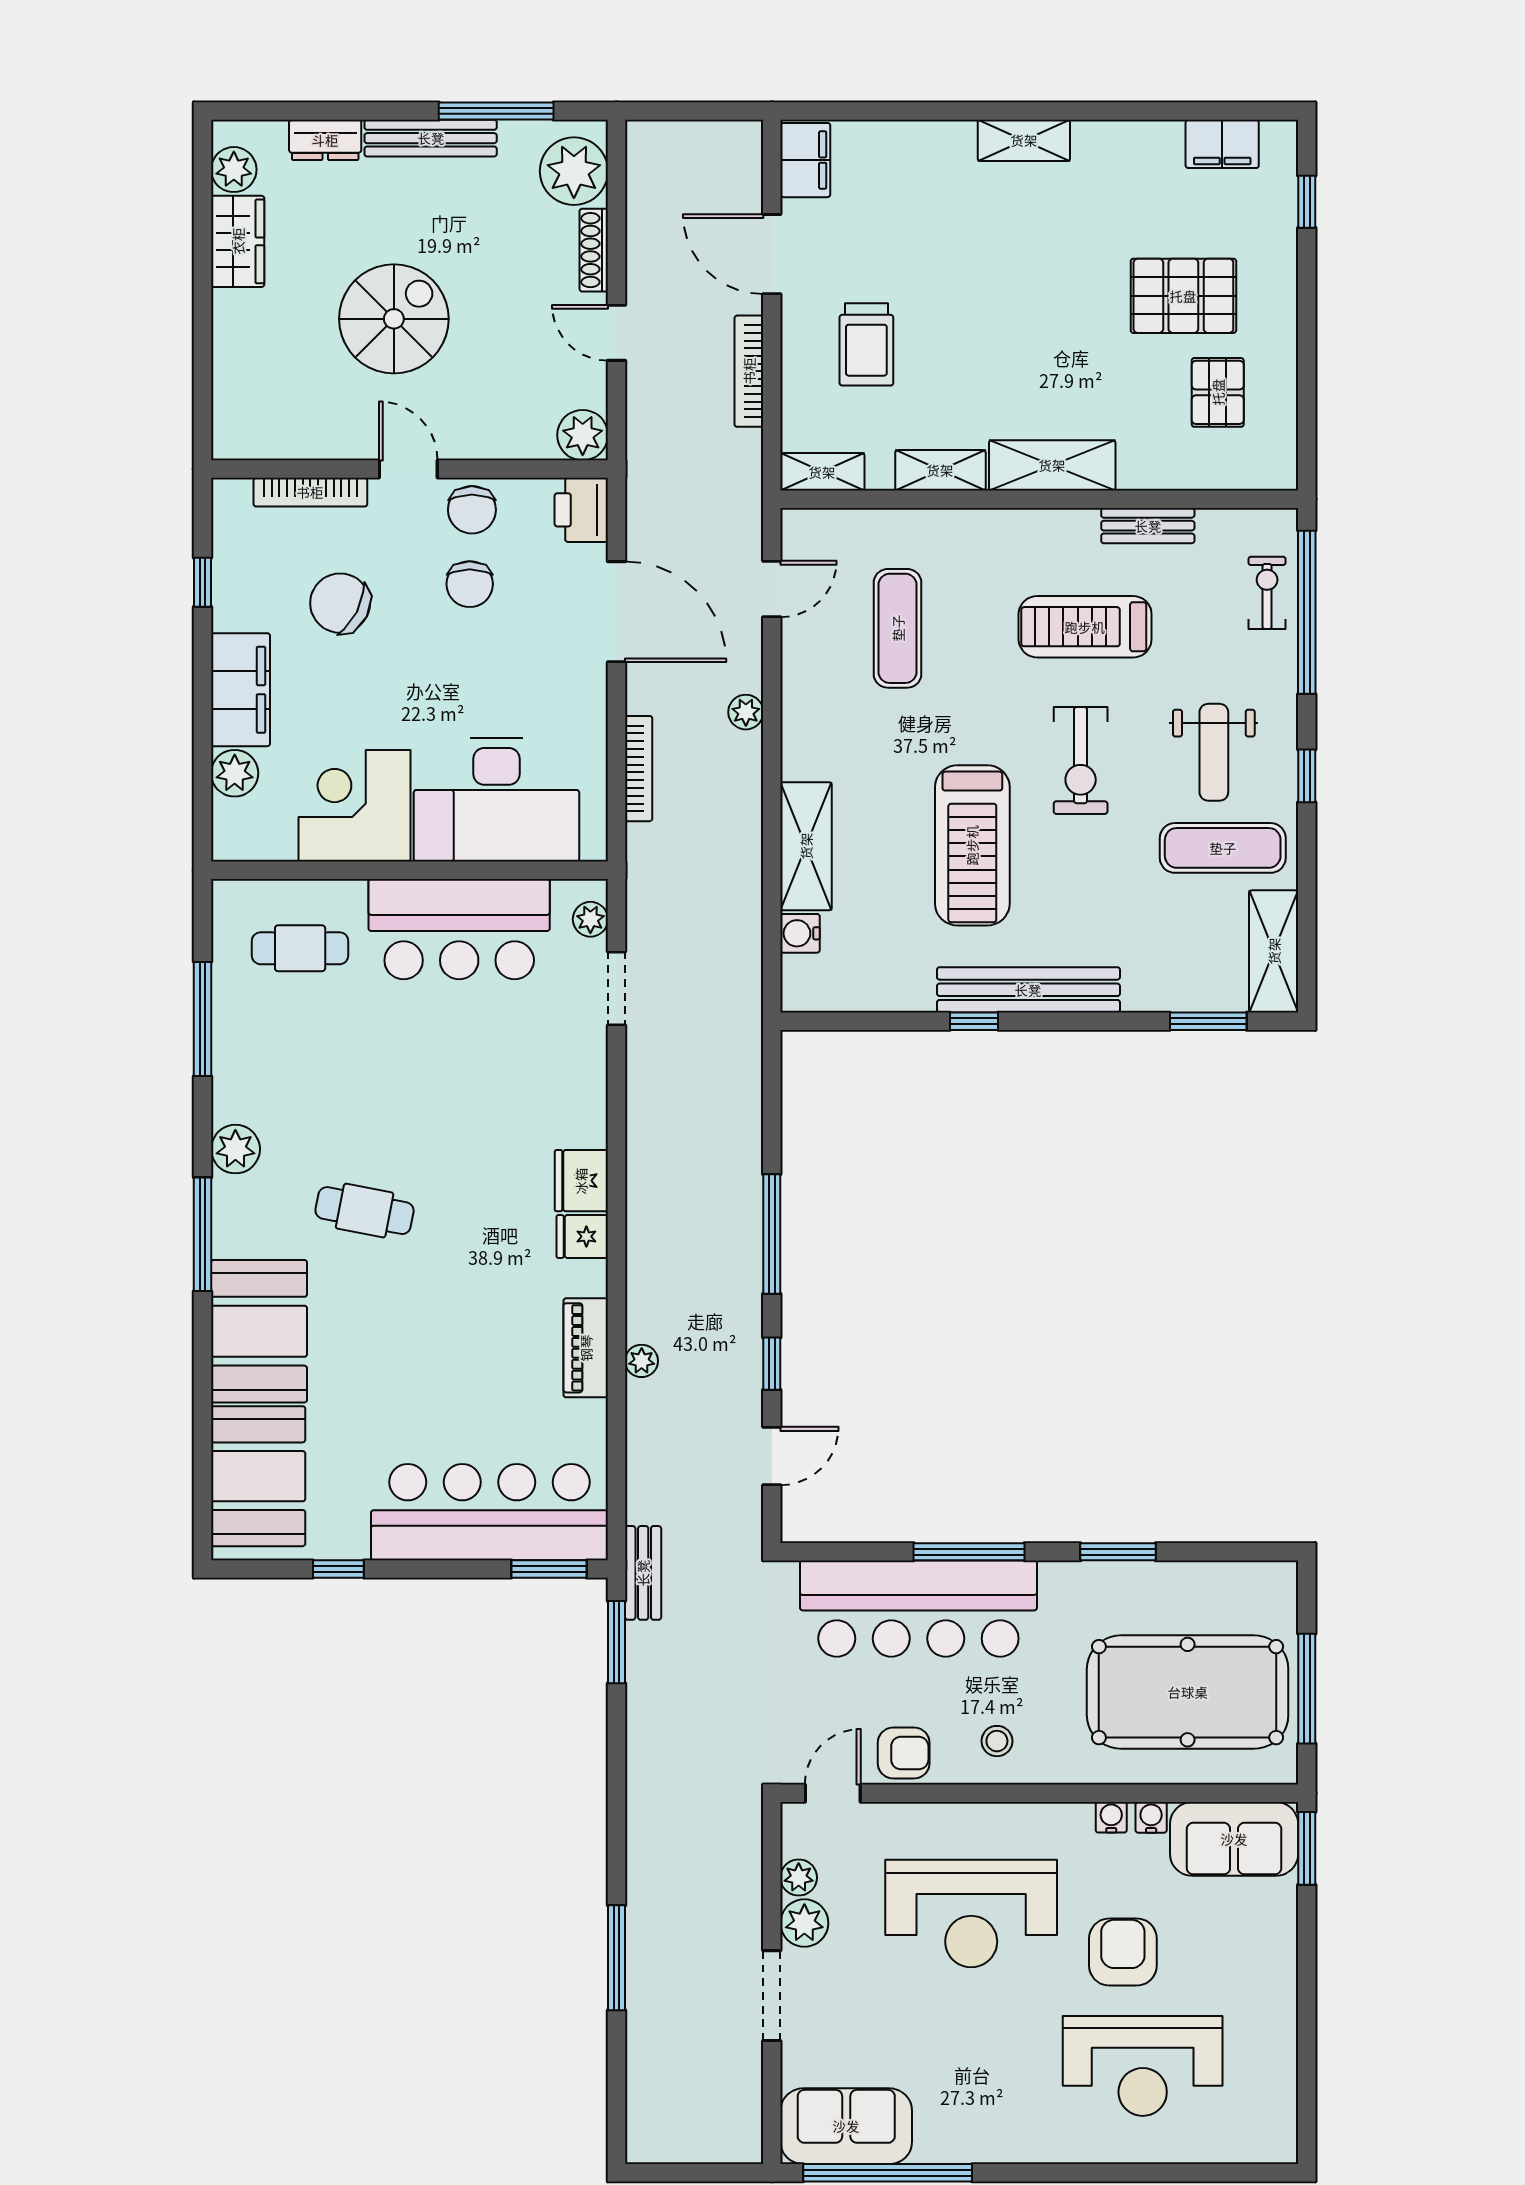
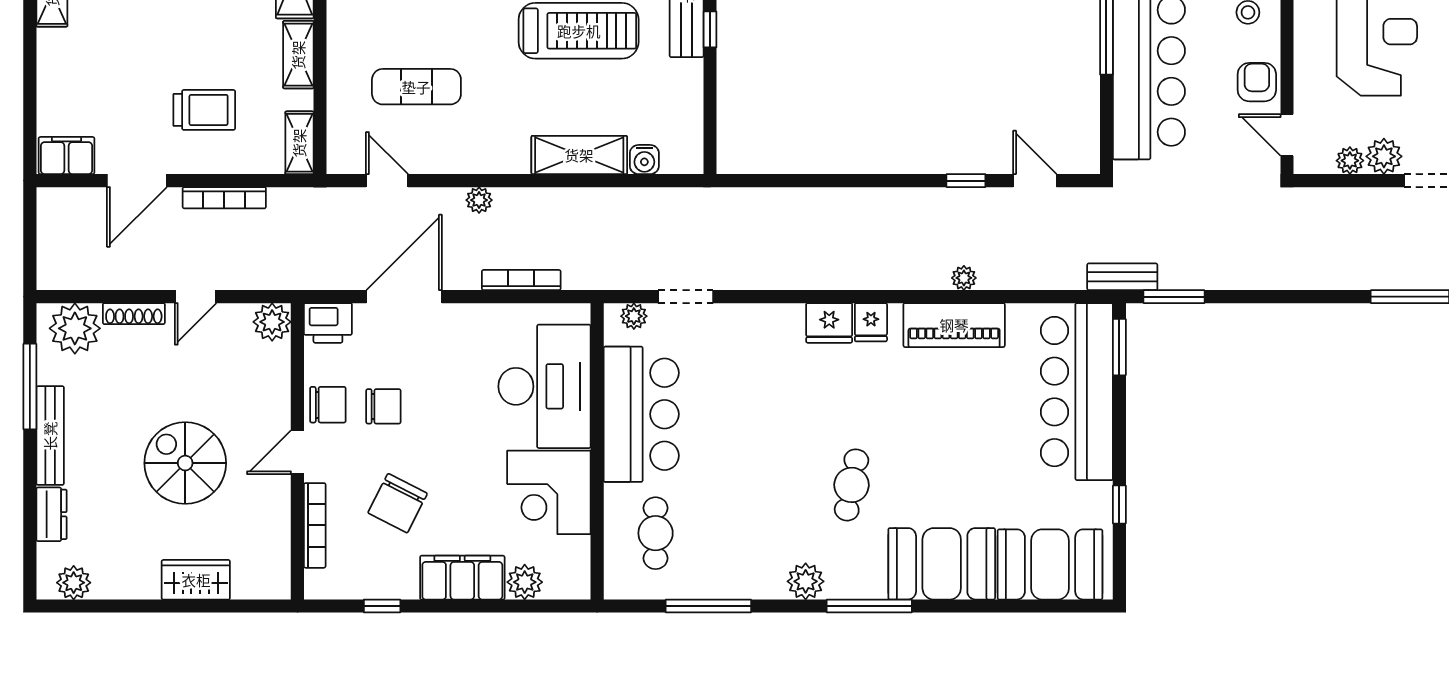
wardrobe: (238, 241) -> (196, 580), moved
window: (772, 1234) -> (869, 181), removed
piano: (586, 1348) -> (954, 325), width x1.37, depth x1.33

